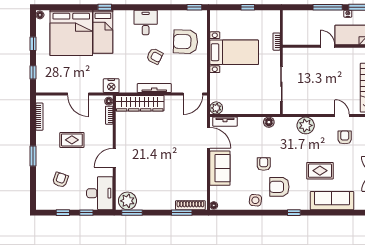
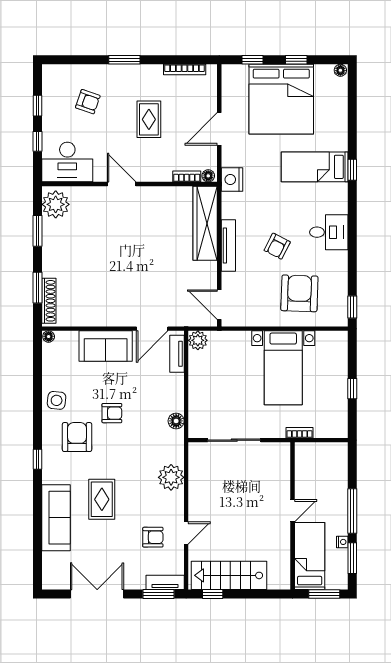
bed: (71, 33) -> (281, 99), moved, turned -90
window: (132, 213) -> (38, 231), moved

